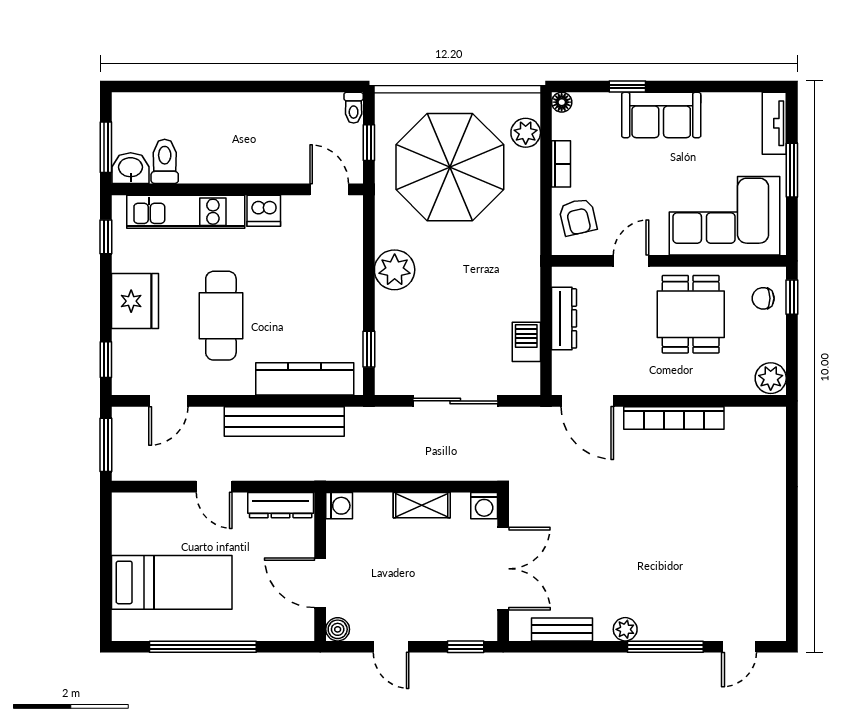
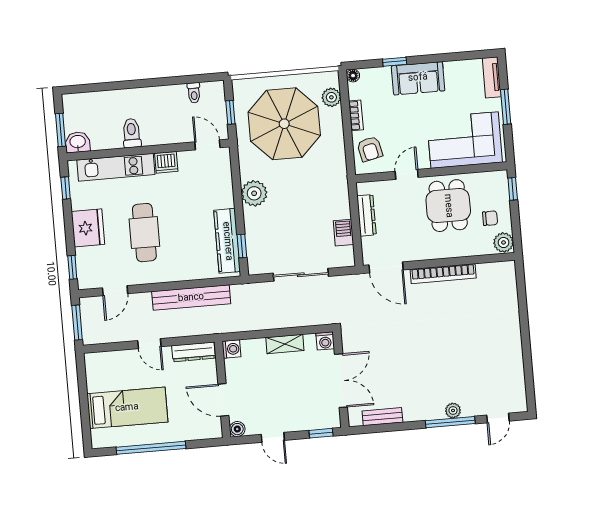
toilet: (354, 108) -> (194, 93), moved
toilet: (165, 161) -> (132, 133), moved
chair: (763, 298) -> (490, 218), moved, turned 180
kitchen counter: (305, 379) -> (227, 241), moved, turned -90
plant: (625, 629) -> (453, 410), moved

